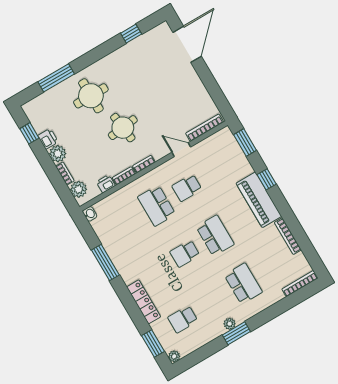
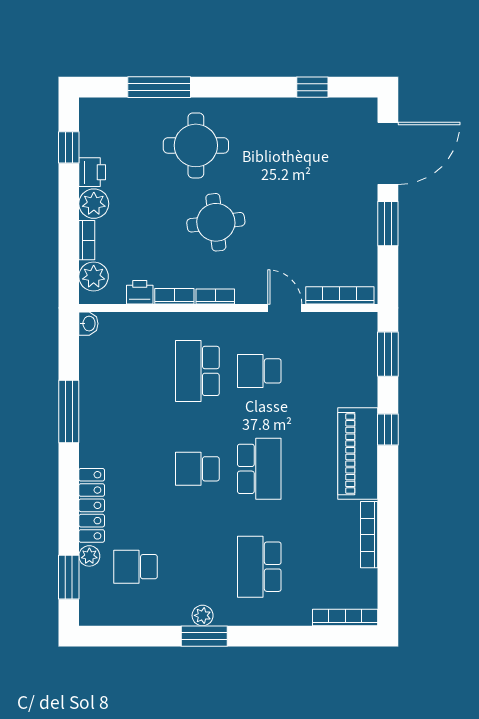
window: (207, 79) -> (388, 224), added
school desk: (243, 284) -> (259, 567), turned 180
plant: (174, 356) -> (89, 556), moved

